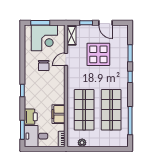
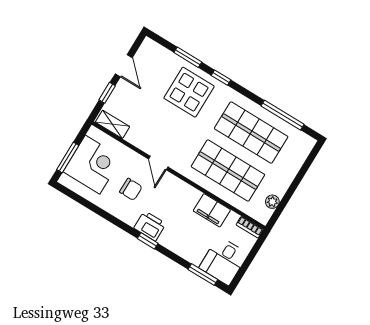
door: (105, 23) -> (124, 66), hinge flipped
display table: (98, 54) -> (189, 92), moved
door: (66, 59) -> (158, 163), moved
printer: (31, 117) -> (150, 226), moved

